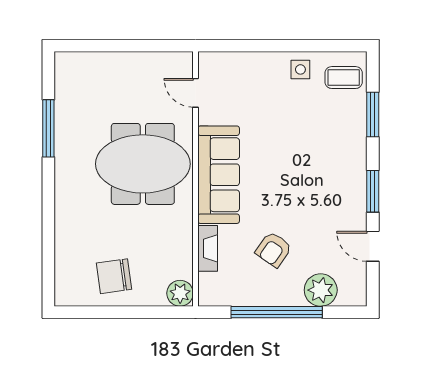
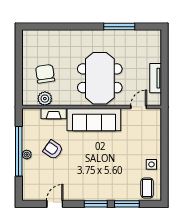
tv unit: (143, 62) -> (156, 78), added
window: (373, 191) -> (96, 204), moved
chair: (114, 276) -> (45, 74), moved
plant: (321, 290) -> (27, 155), moved, width x0.53, depth x0.53
plant: (180, 293) -> (45, 99), moved

